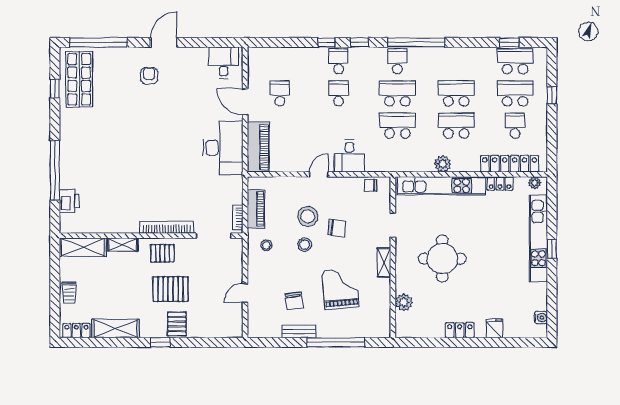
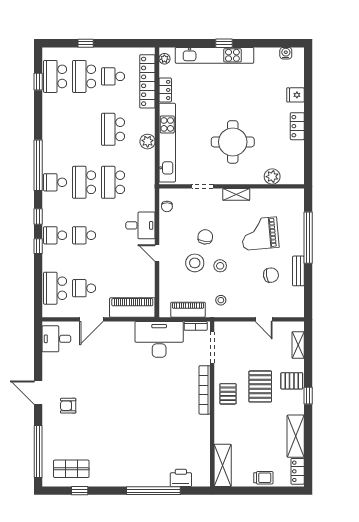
shop shelf: (79, 79) -> (71, 469), width x0.70, depth x0.74
school desk: (456, 93) -> (55, 288), moved
desk: (223, 148) -> (159, 339), moved
shelving: (123, 245) -> (298, 345), moved

